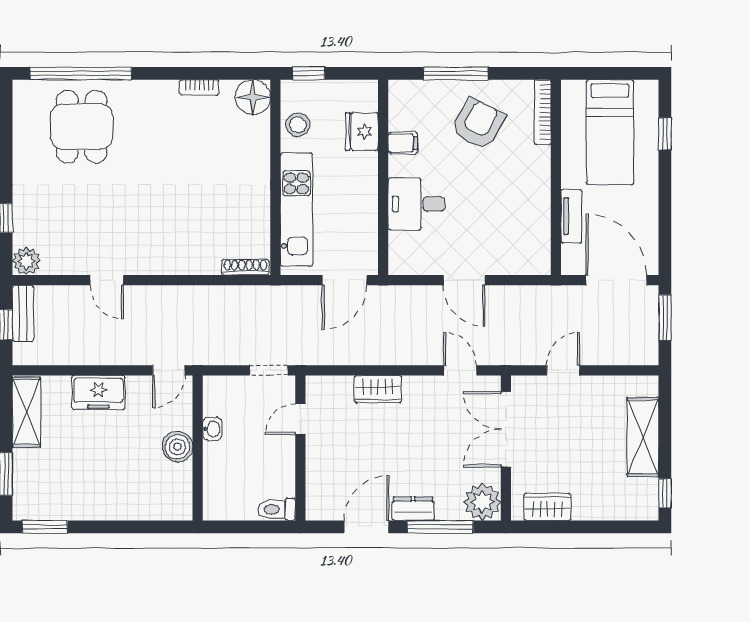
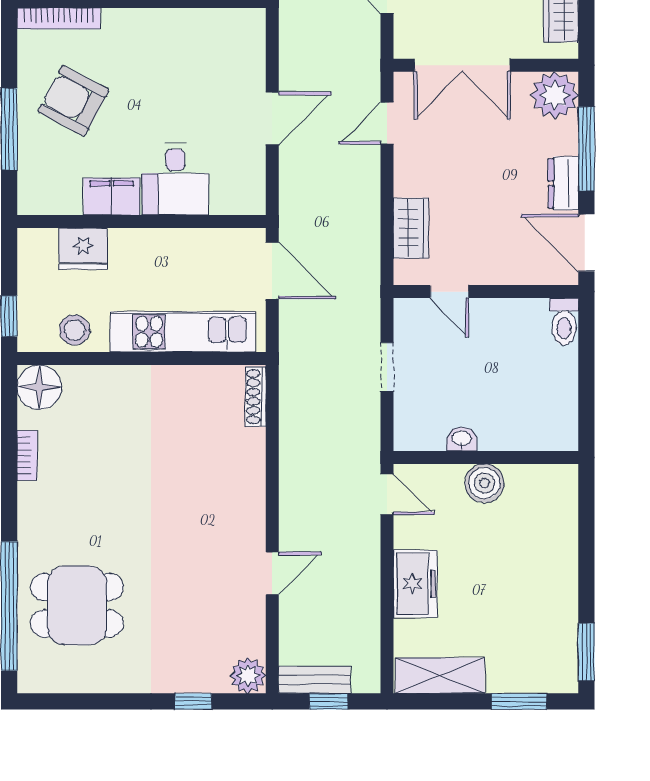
filing cabinet: (403, 143) -> (112, 196), width x2.00
door: (300, 419) -> (449, 292), moved
wall: (300, 448) -> (486, 292), moved
toilet: (277, 509) -> (564, 322), moved

